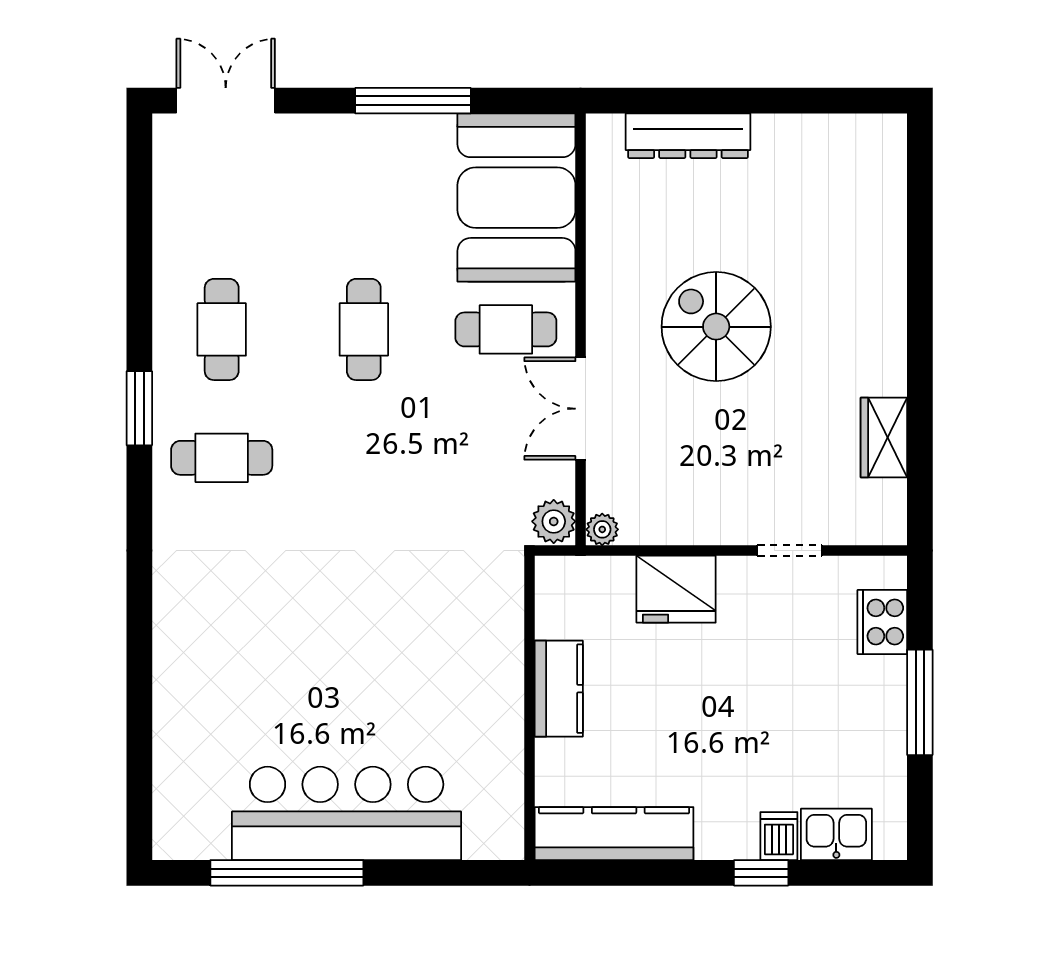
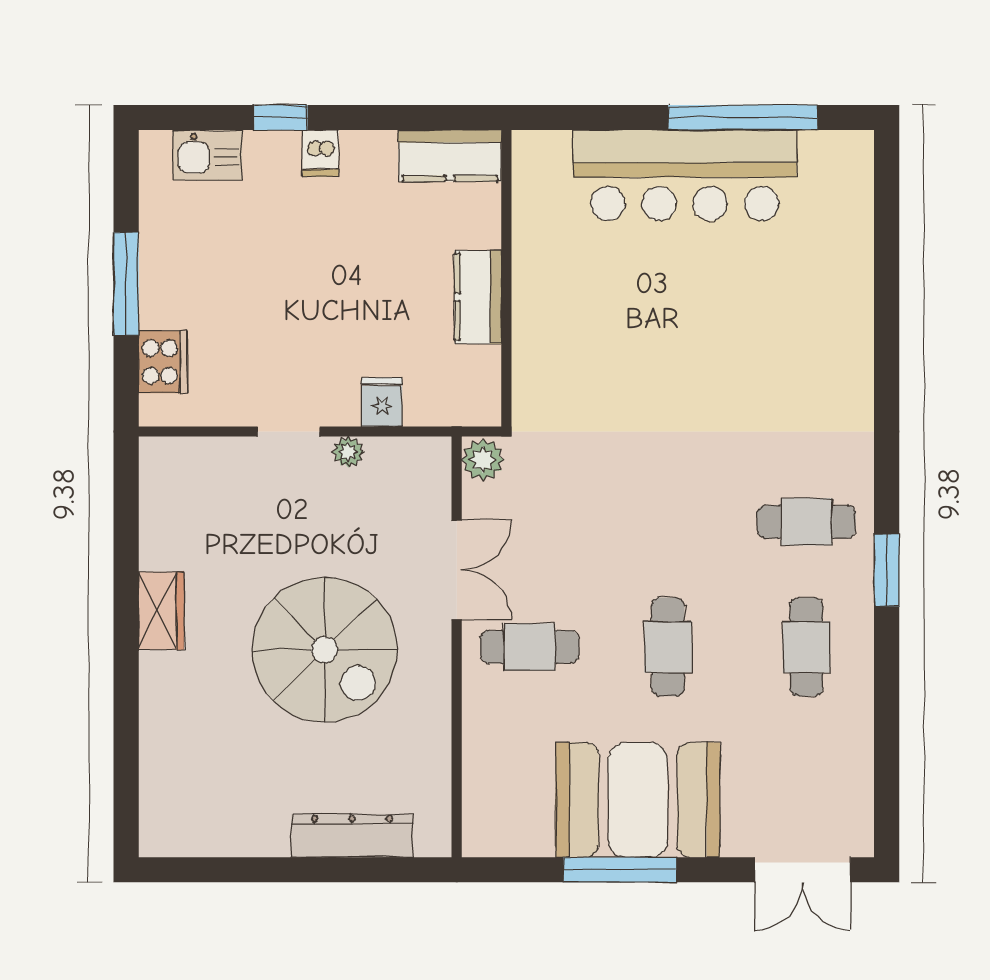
booth: (516, 198) -> (638, 800), moved, turned 90
spiral stairs: (716, 327) -> (325, 650), width x1.37, depth x1.37
wardrobe: (884, 438) -> (161, 611), moved
plant: (602, 529) -> (348, 452), moved
doorway: (789, 551) -> (288, 431), moved
fridge: (676, 589) -> (382, 402), width x0.53, depth x0.75
kitchen counter: (614, 834) -> (450, 156), width x0.67
dishwasher: (779, 836) -> (321, 153), moved

